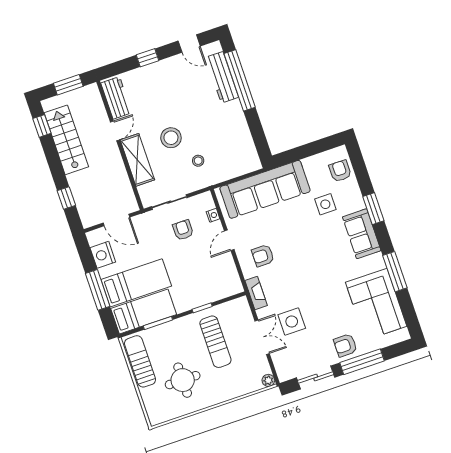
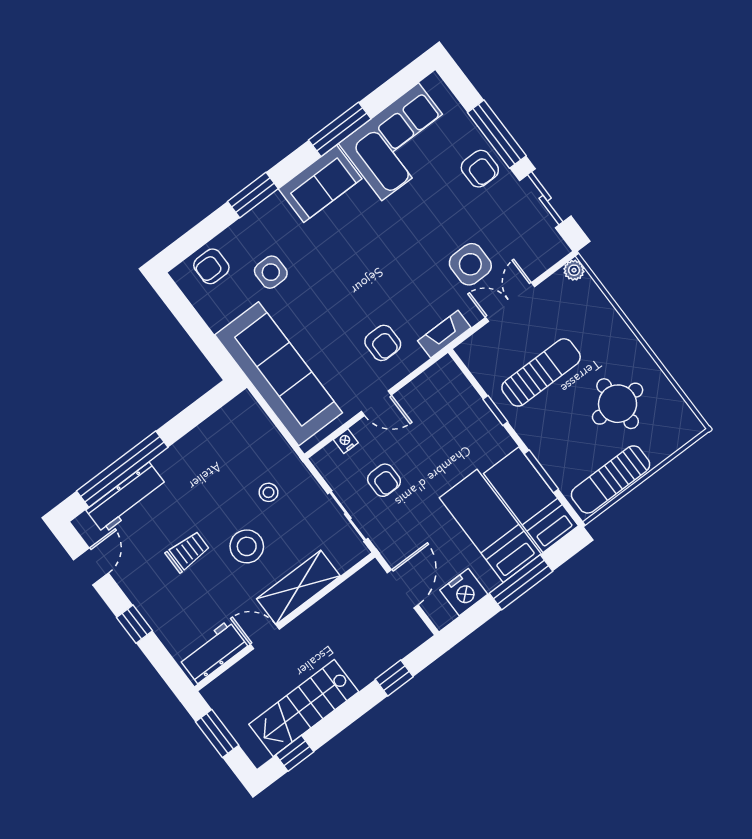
trolley: (179, 102) -> (188, 552), added
armchair: (183, 230) -> (384, 480), turned -90
sofa: (362, 234) -> (320, 184), moved

